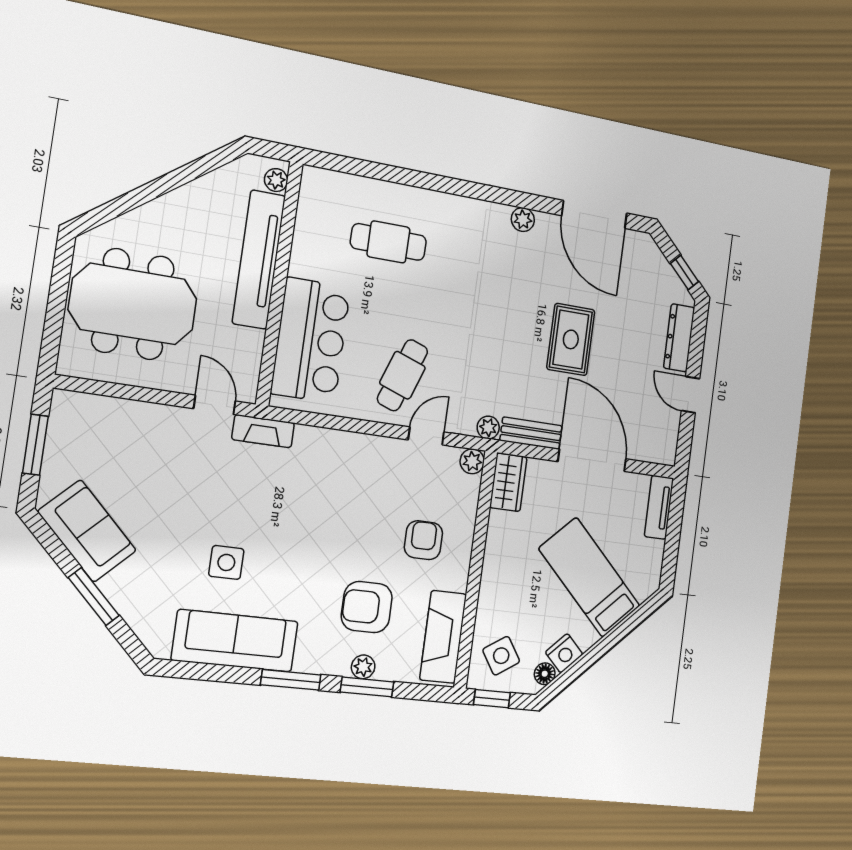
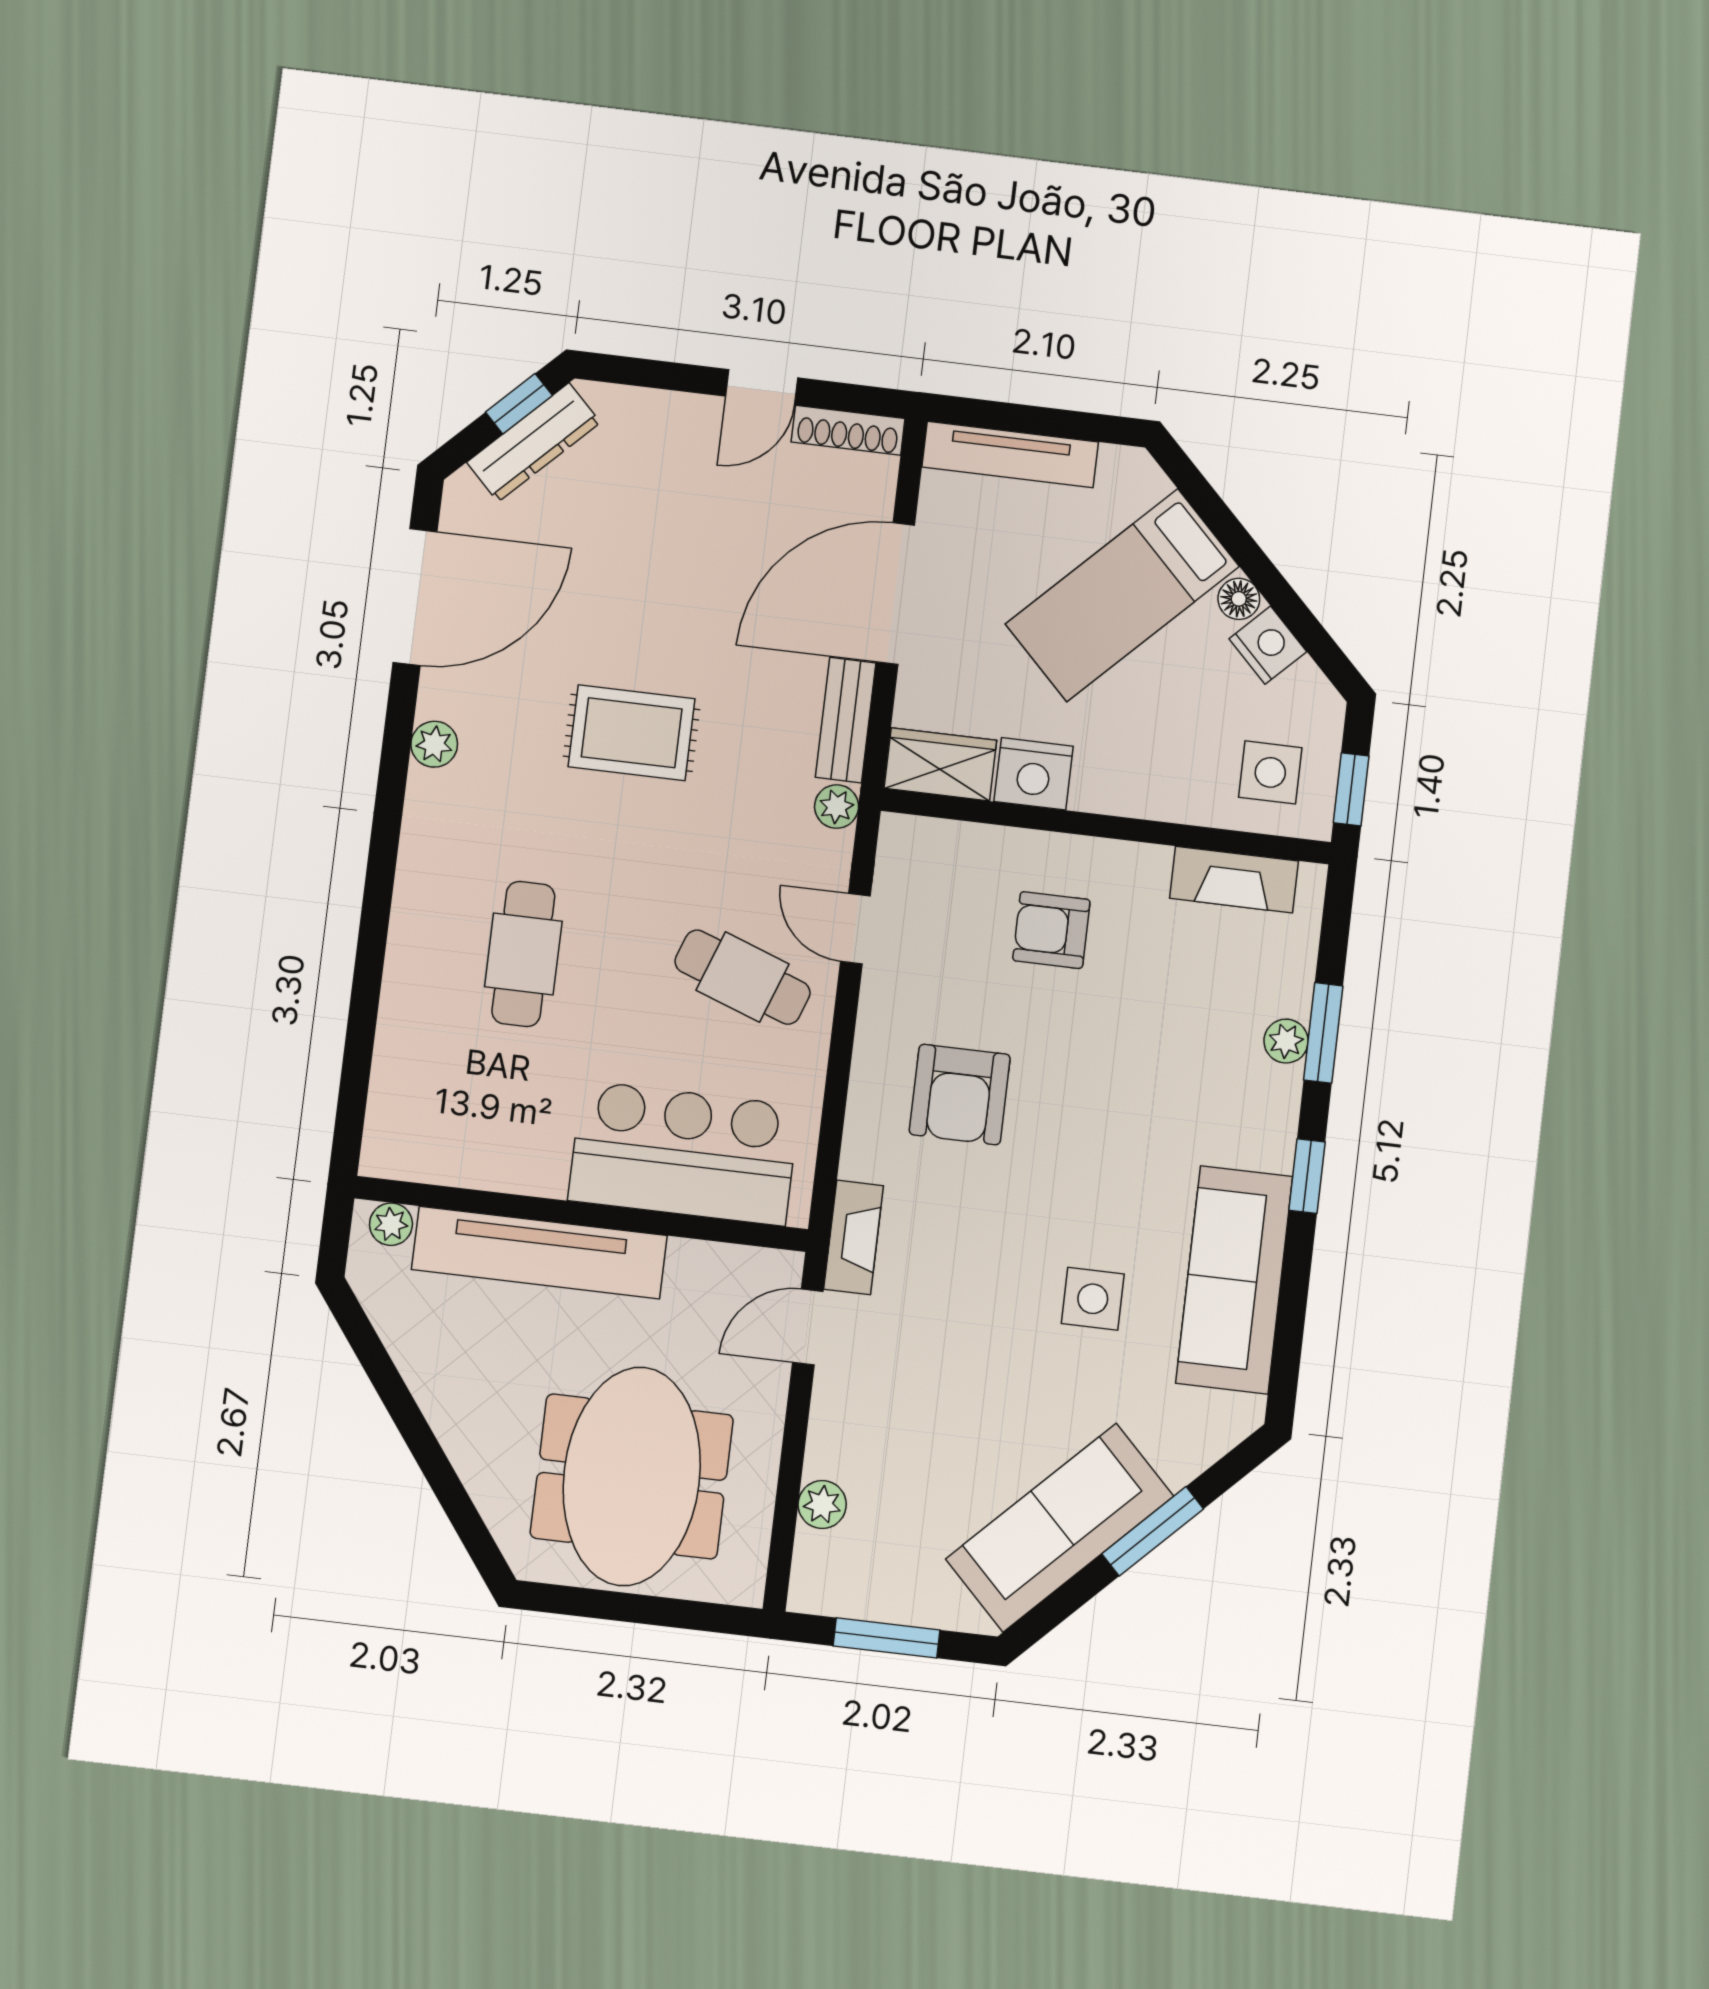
cafe table: (388, 242) -> (523, 954), moved
dresser: (679, 338) -> (534, 442), moved, turned -45
rug: (571, 339) -> (632, 733), moved
shoe rack: (670, 438) -> (848, 430), added
plant: (472, 461) -> (822, 1505), moved
tv unit: (659, 507) -> (1010, 455), width x1.41
sofa: (87, 531) -> (1060, 1528), width x1.36
nightstand: (503, 531) -> (1034, 774), added
armchair: (367, 607) -> (960, 1094), moved
fireplace: (443, 637) -> (1234, 880), width x0.73, depth x0.76
side table: (501, 656) -> (1270, 772), turned 33
floor lamp: (545, 674) -> (1239, 599), moved
window: (291, 680) -> (1307, 1176), width x0.67

